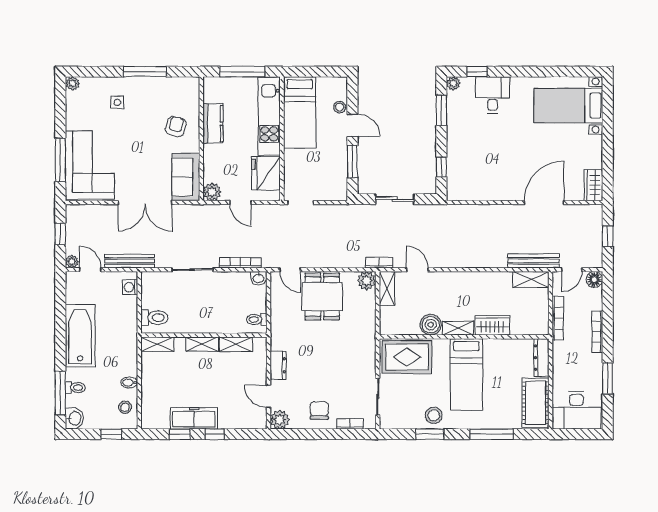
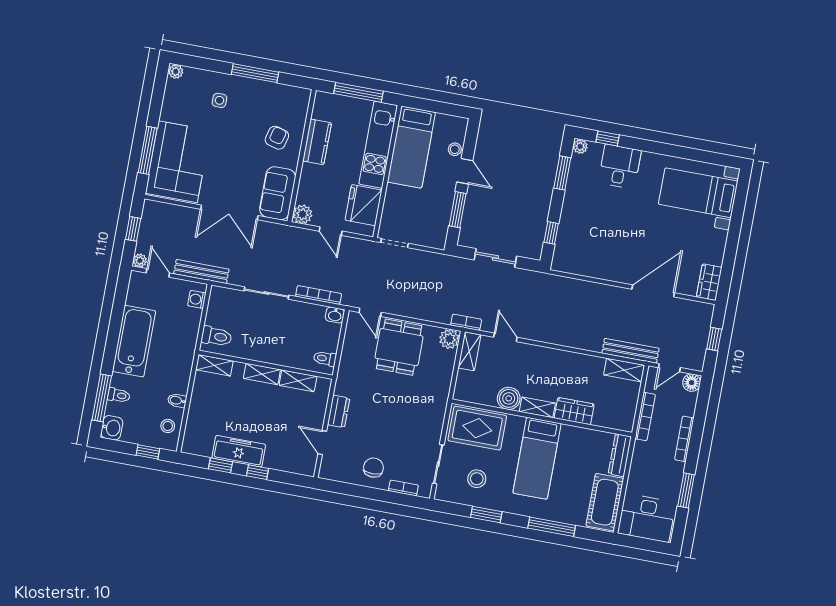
stool: (434, 415) -> (477, 479), moved
plant: (280, 420) -> (330, 469), removed

